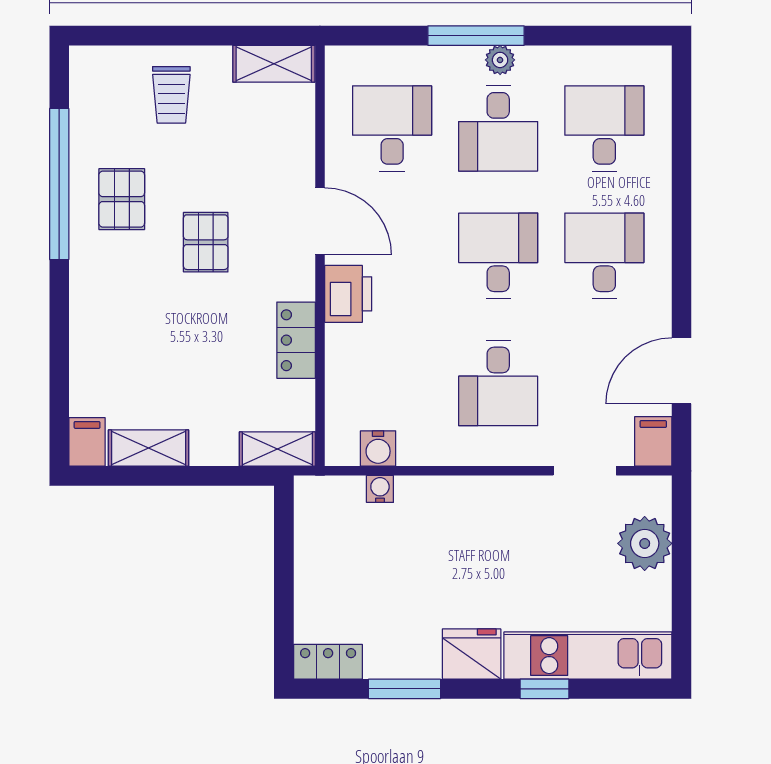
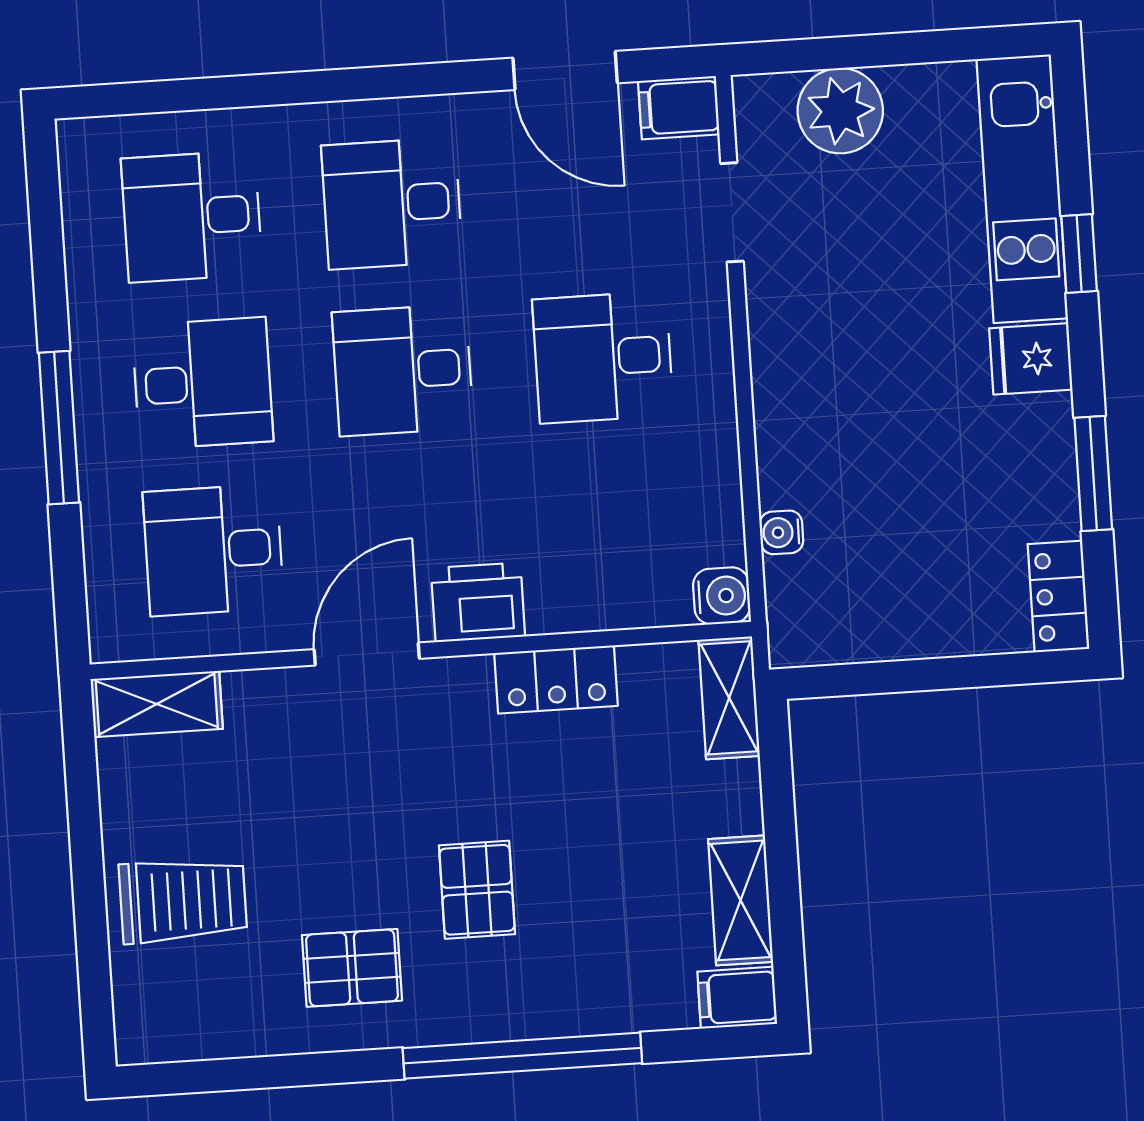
plant: (500, 60) -> (95, 387), removed
shelving: (274, 64) -> (157, 704), moved, turned 90
trolley: (171, 95) -> (183, 901), width x1.36, depth x1.39
window: (59, 184) -> (522, 1056), moved
pallet: (206, 242) -> (477, 890), moved, turned 90
desk: (498, 383) -> (603, 357), turned 180
water cooler: (378, 448) -> (722, 596), moved
fridge: (472, 654) -> (1031, 359), width x0.72

